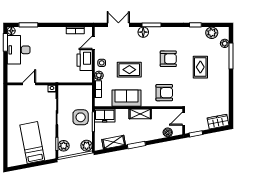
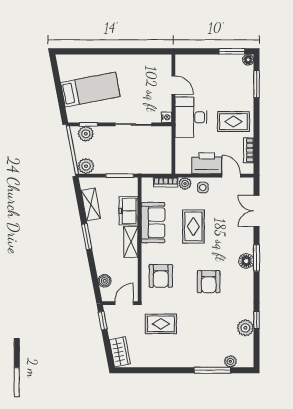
double door: (118, 25) -> (257, 211), swing flipped
floor lamp: (143, 32) -> (246, 261), moved
plant: (212, 33) -> (245, 328), moved
rug: (55, 41) -> (233, 122), added
desk: (19, 50) -> (191, 117), moved, turned -90
rug: (200, 67) -> (161, 324), moved
freezer: (105, 115) -> (129, 211), moved
side table: (81, 117) -> (126, 158), removed
door: (184, 119) -> (124, 303), hinge flipped

